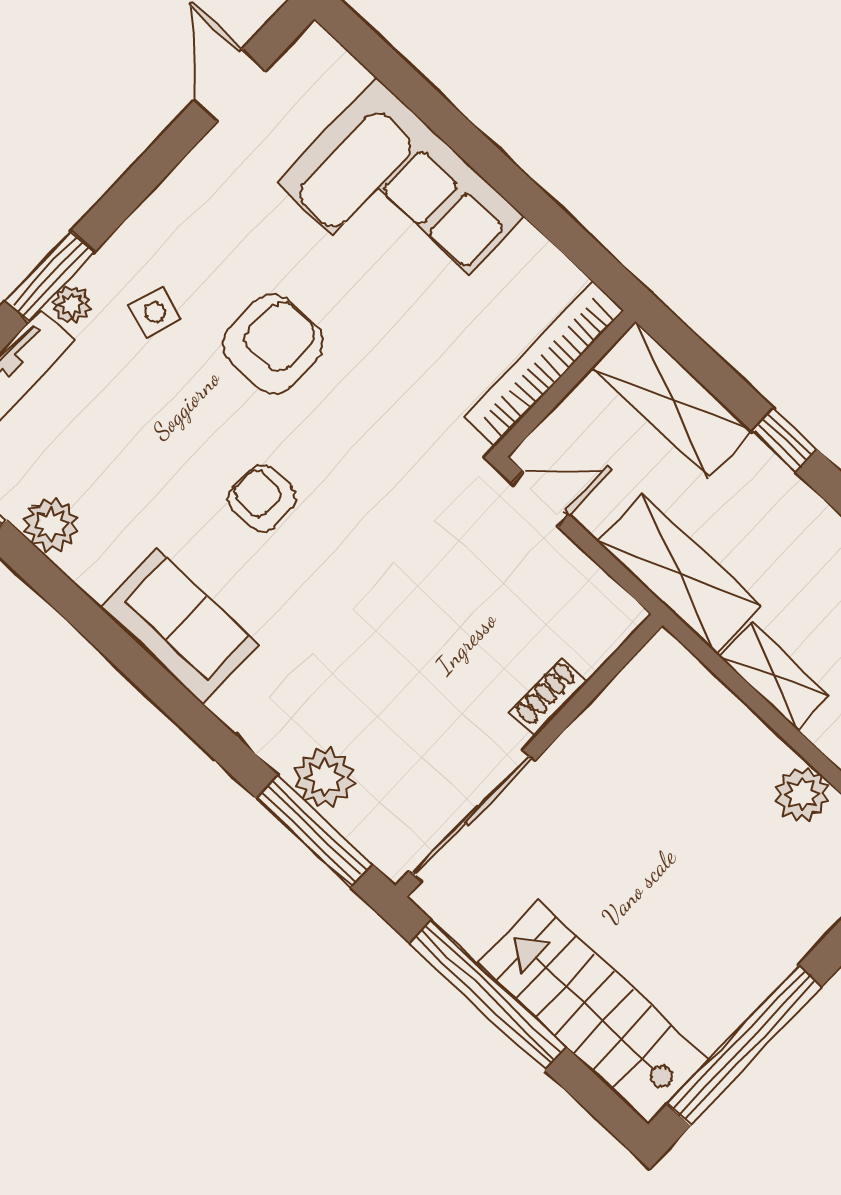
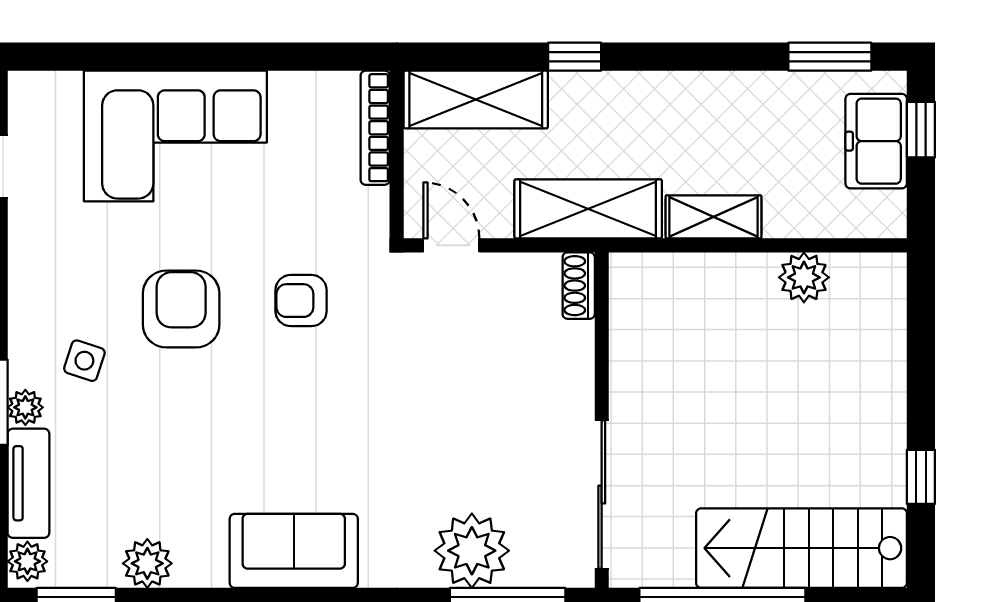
bookcase: (544, 364) -> (375, 128), width x0.68, depth x0.76
armchair: (262, 498) -> (301, 301), moved
door: (541, 499) -> (451, 245), hinge flipped
shoe rack: (549, 697) -> (579, 286), moved
plant: (324, 778) -> (472, 551), width x1.36, depth x1.36
window: (744, 1045) -> (921, 477), width x0.32

